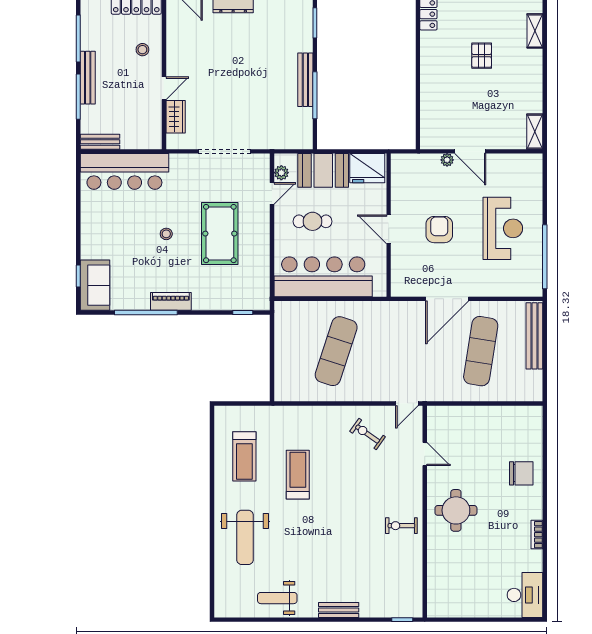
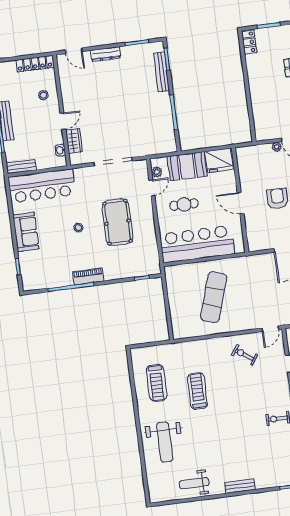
bench: (305, 80) -> (162, 72), moved
washbasin: (156, 127) -> (60, 150), added
sofa: (95, 285) -> (26, 232), moved

